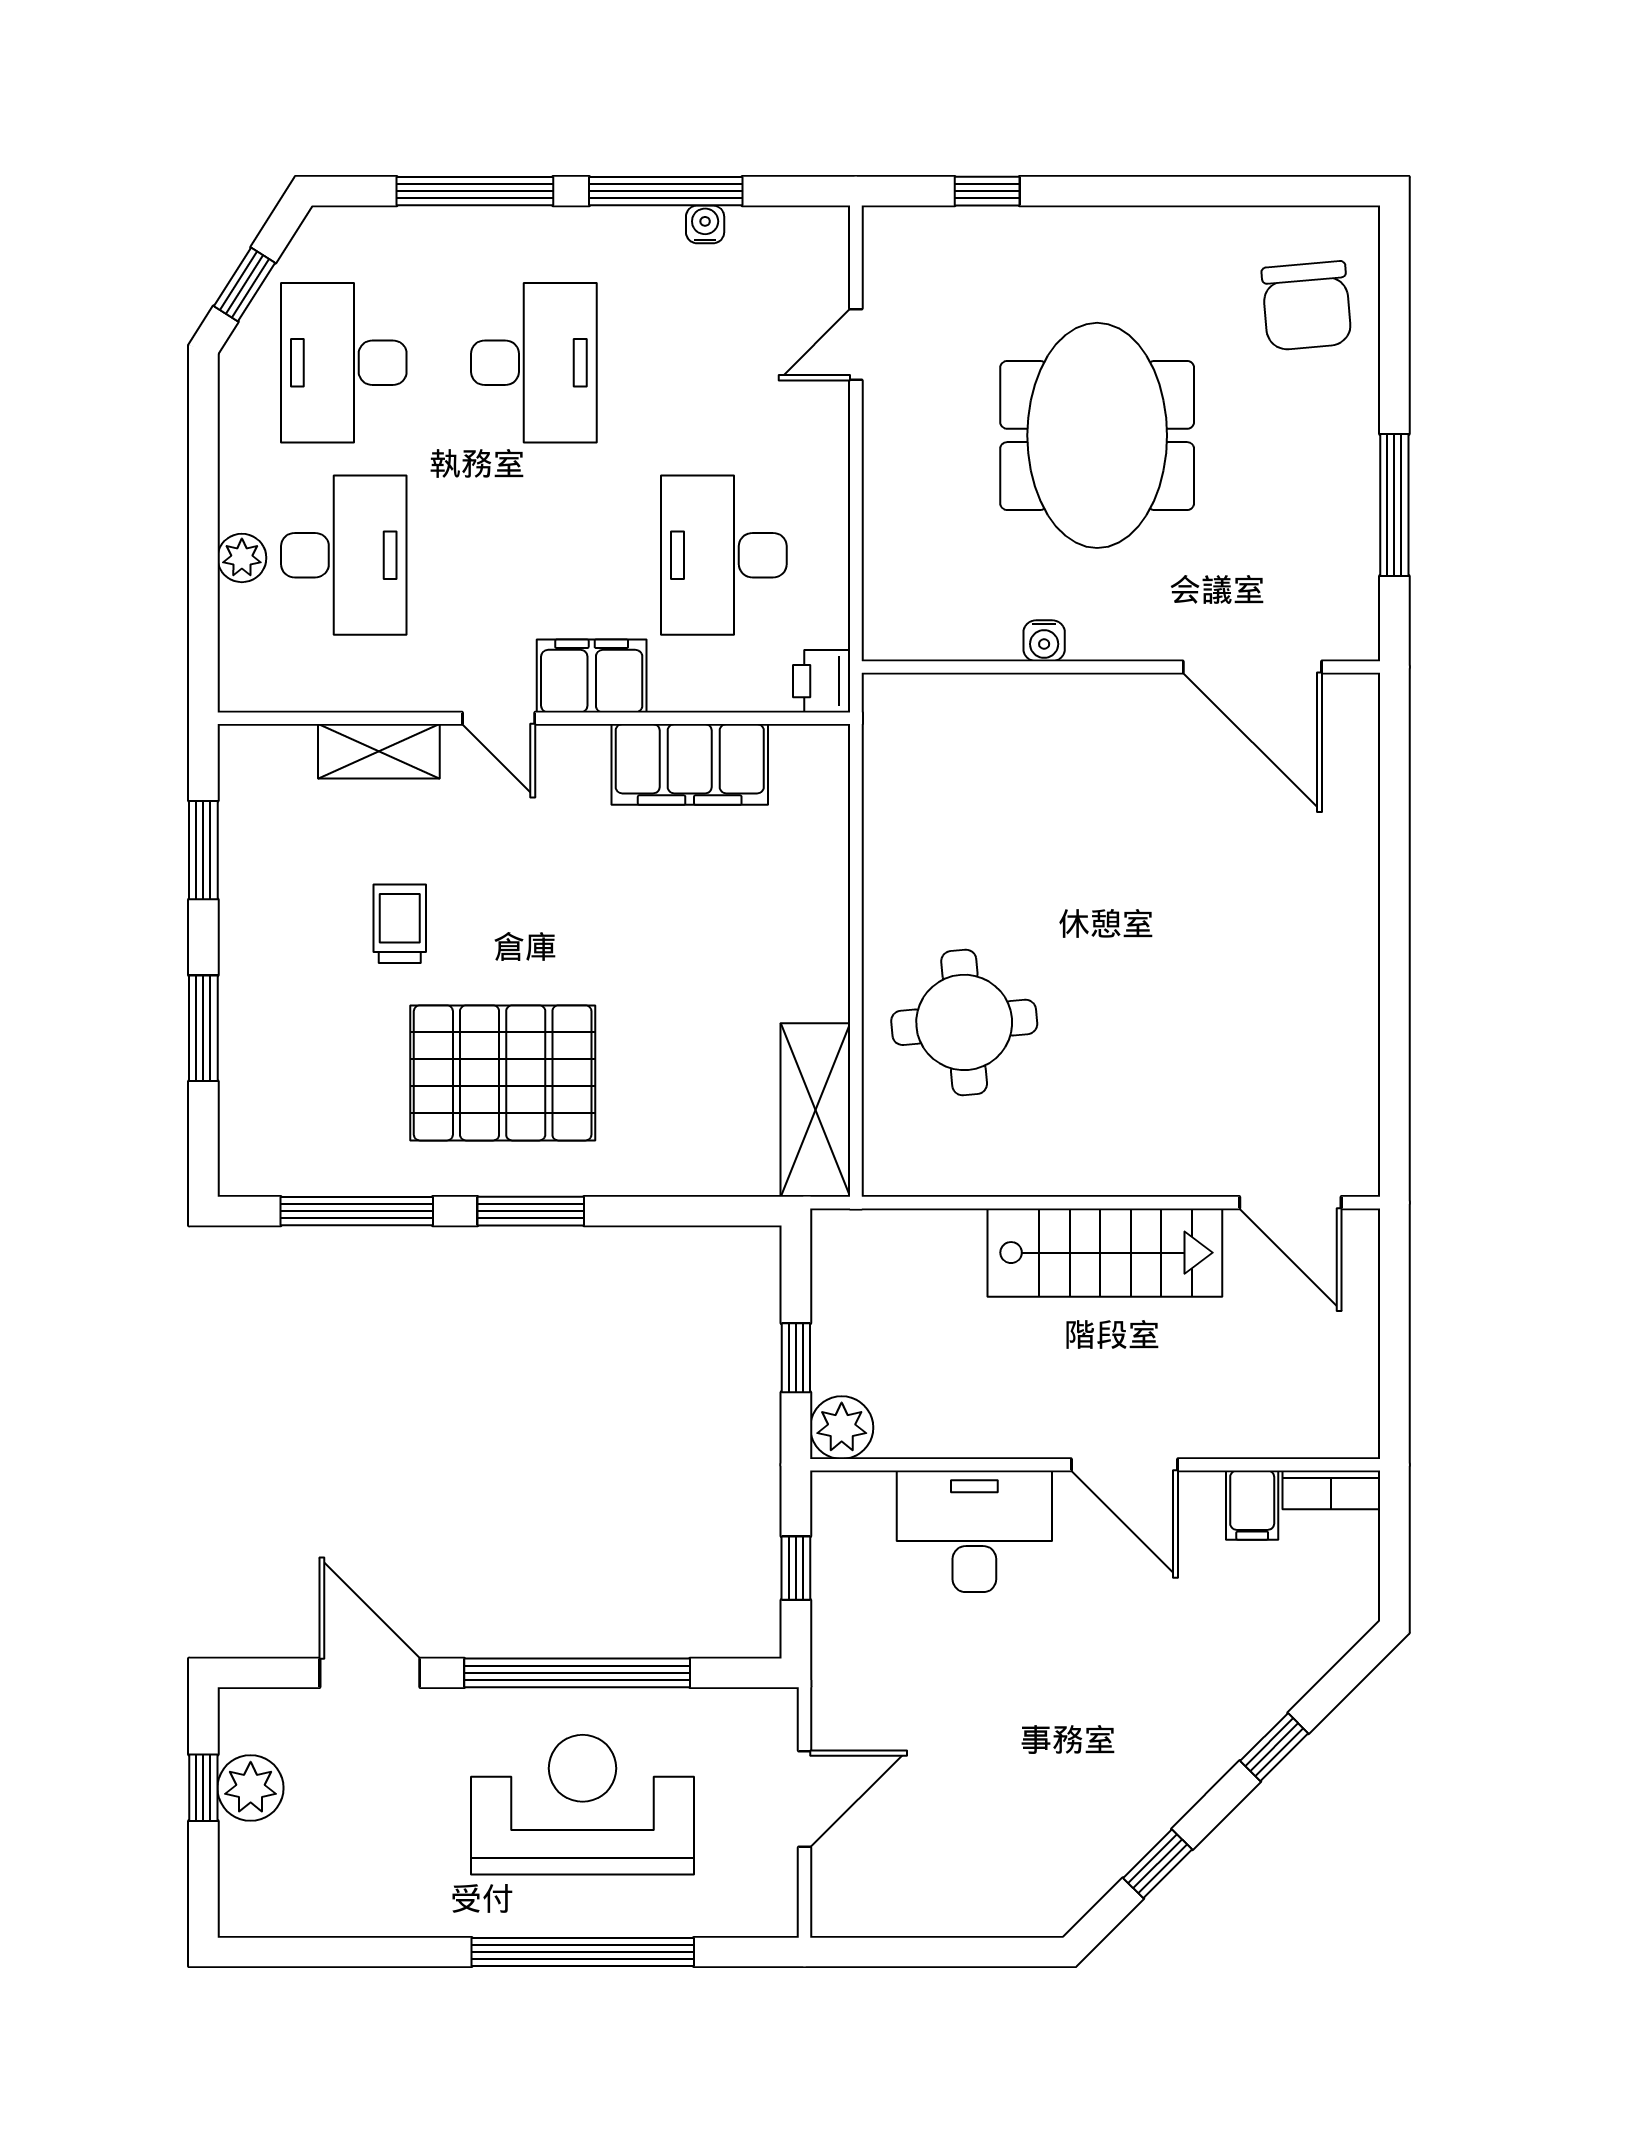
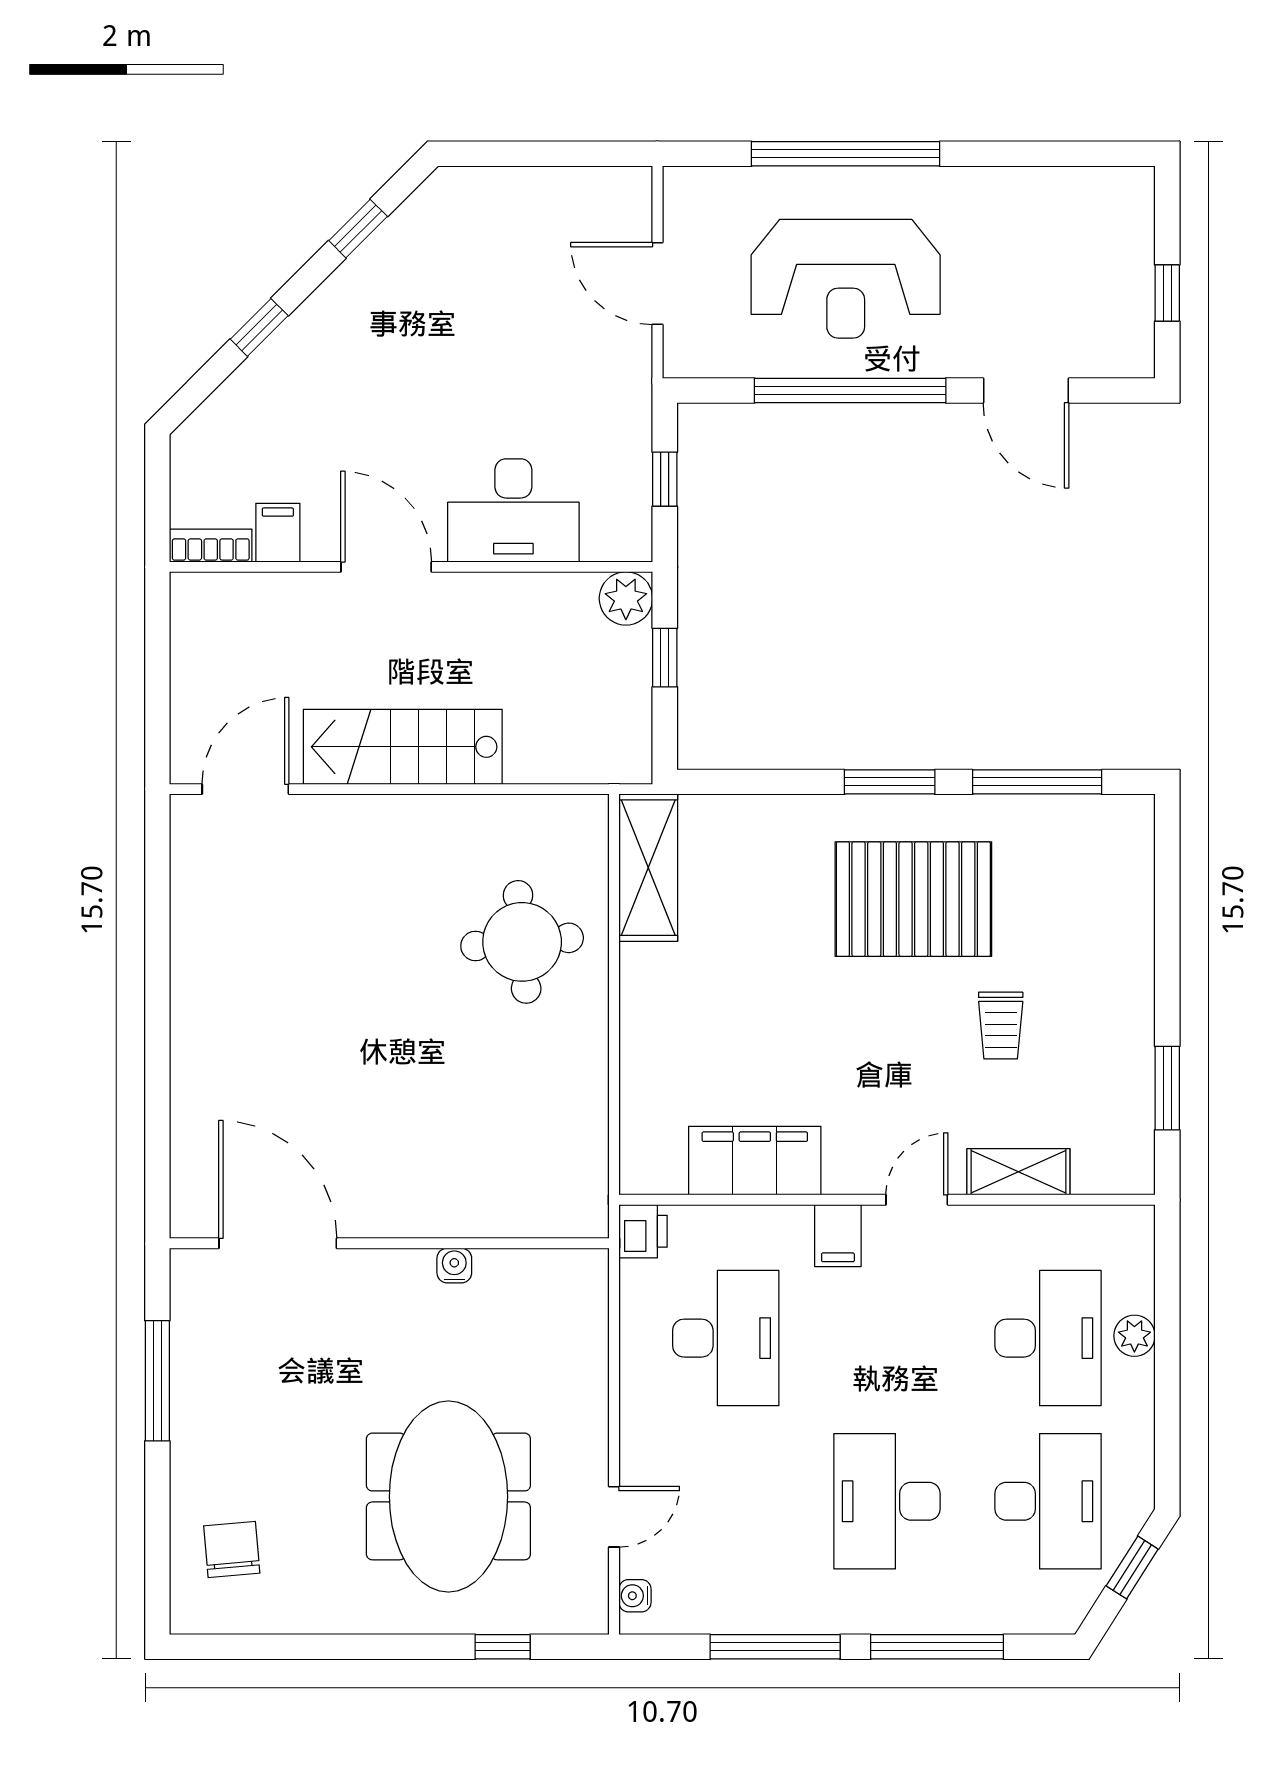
water cooler: (705, 224) -> (635, 1596), moved, turned 90
chair: (1307, 306) -> (232, 1550), width x0.73, depth x0.73
meeting table: (1097, 435) -> (448, 1496), moved
desk: (344, 555) -> (1048, 1338), turned 180
filing cabinet: (592, 676) -> (838, 1236), width x0.50
door: (499, 718) -> (917, 1200), hinge flipped
window: (203, 1028) -> (1167, 937), removed
door: (1290, 1203) -> (245, 789), hinge flipped
plant: (251, 1788) -> (1127, 293), removed
door: (805, 1799) -> (657, 284), hinge flipped

